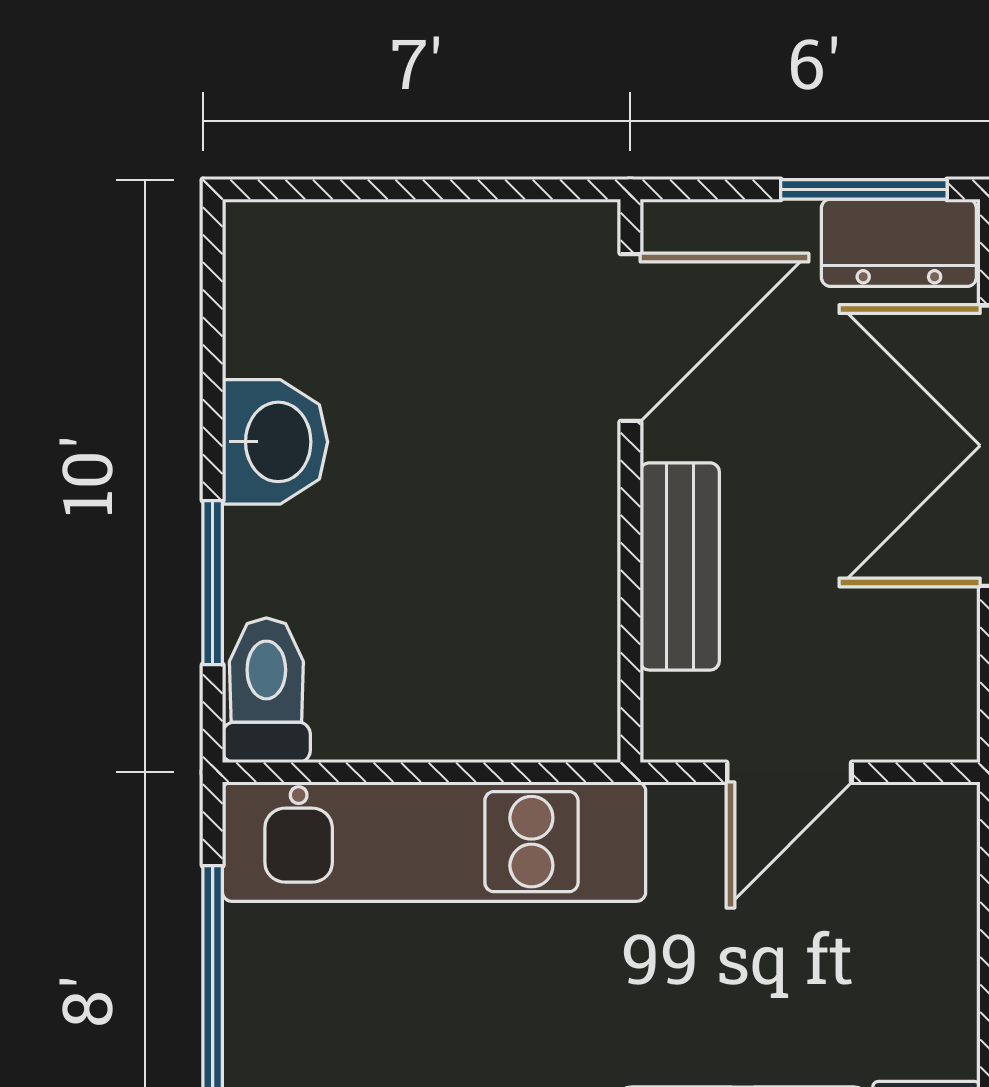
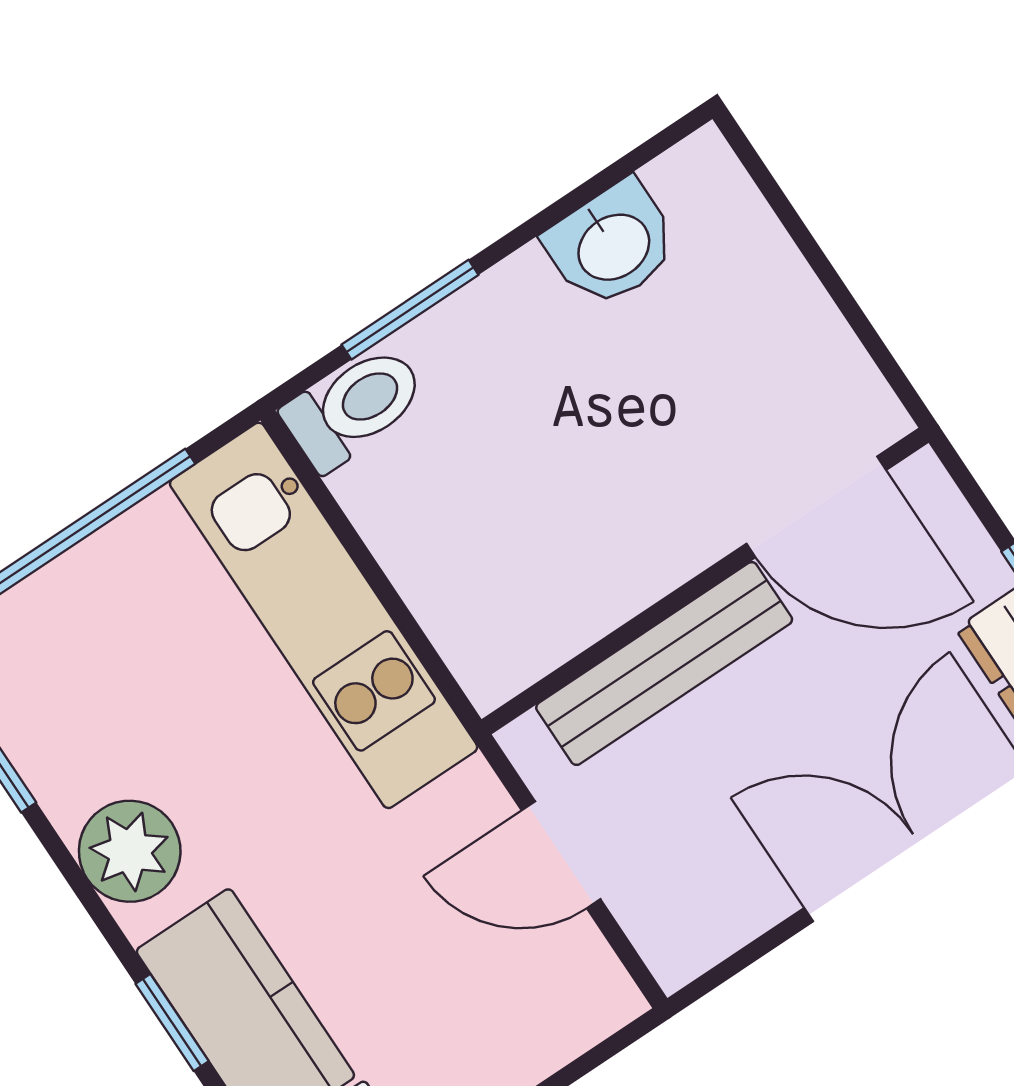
washbasin: (275, 442) -> (612, 245), moved
bench: (680, 566) -> (664, 664), width x1.36

